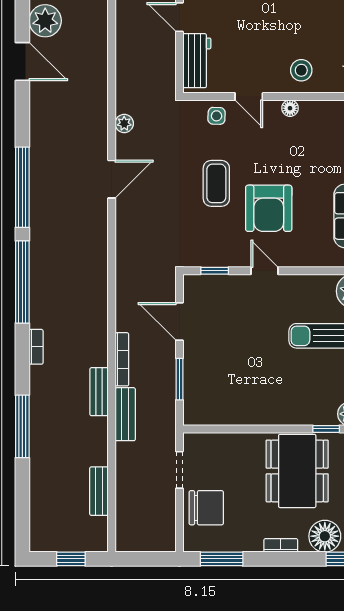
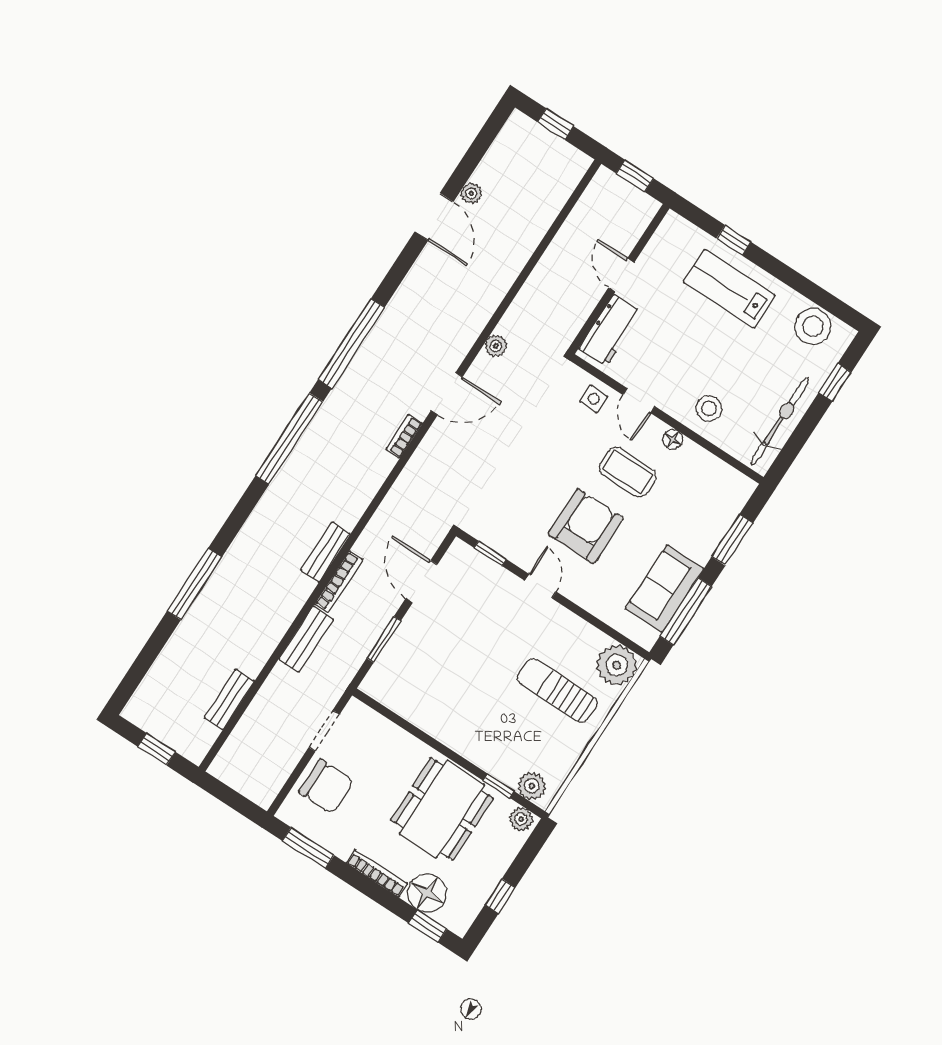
plant: (45, 21) -> (471, 193), width x0.53, depth x0.53
coffee table: (216, 183) -> (628, 472), moved, turned 90
armchair: (269, 208) -> (586, 526), turned 180
bookcase: (36, 347) -> (404, 436), moved, turned 180
bench: (99, 392) -> (325, 552), moved
bookcase: (281, 545) -> (377, 873), width x1.56

